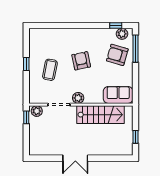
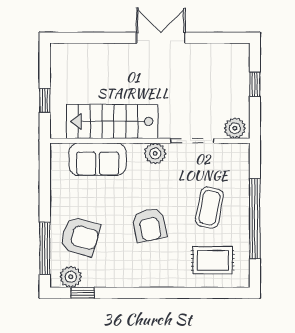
rug: (48, 42) -> (213, 260), added
window: (26, 64) -> (255, 219), width x3.17
sofa: (118, 95) -> (98, 159), moved
window: (26, 117) -> (255, 84), moved
window: (136, 137) -> (45, 100), moved

